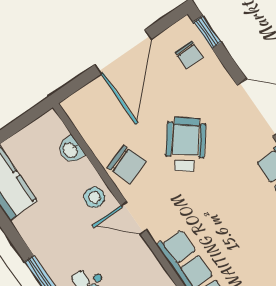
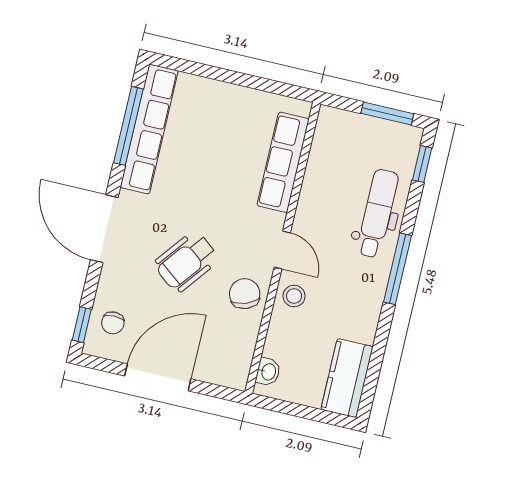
chair: (189, 55) -> (113, 323), turned 180
washbasin: (71, 150) -> (268, 372), moved

